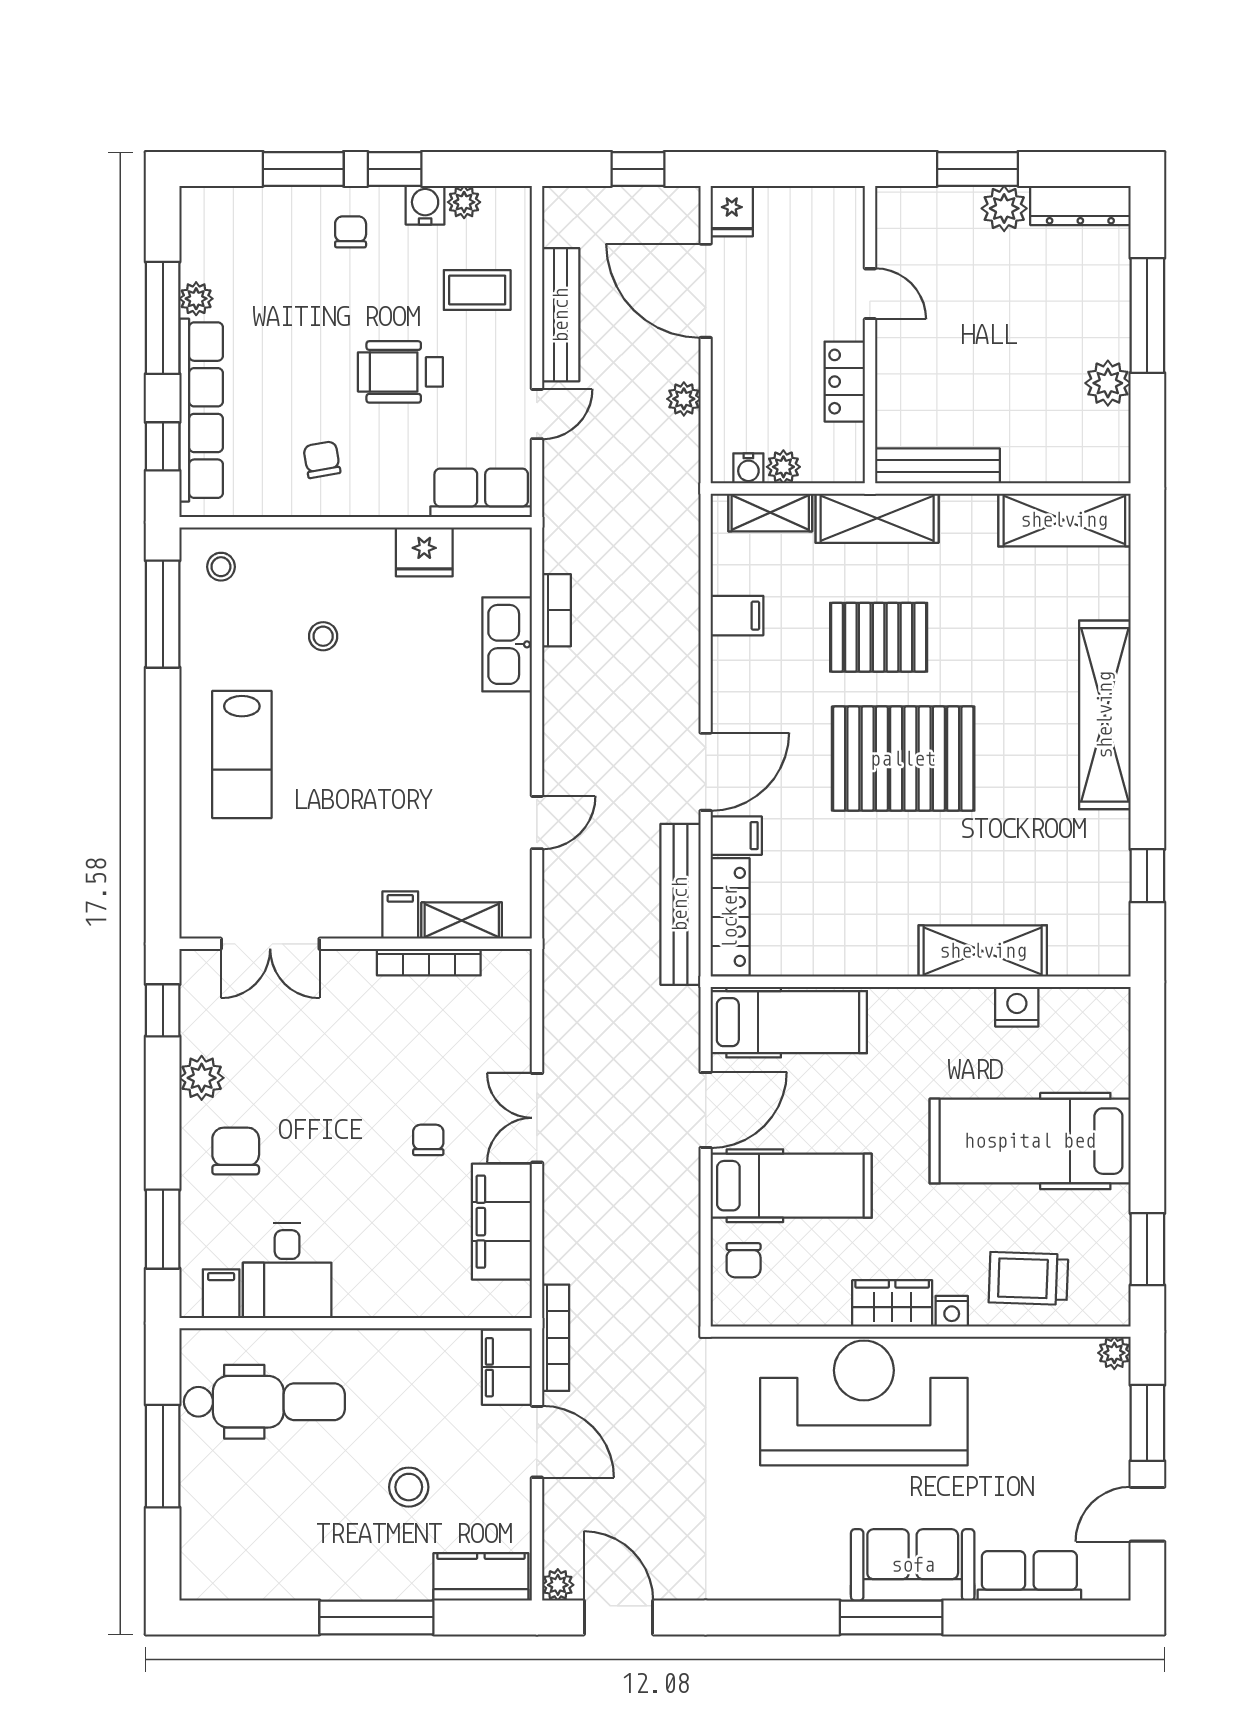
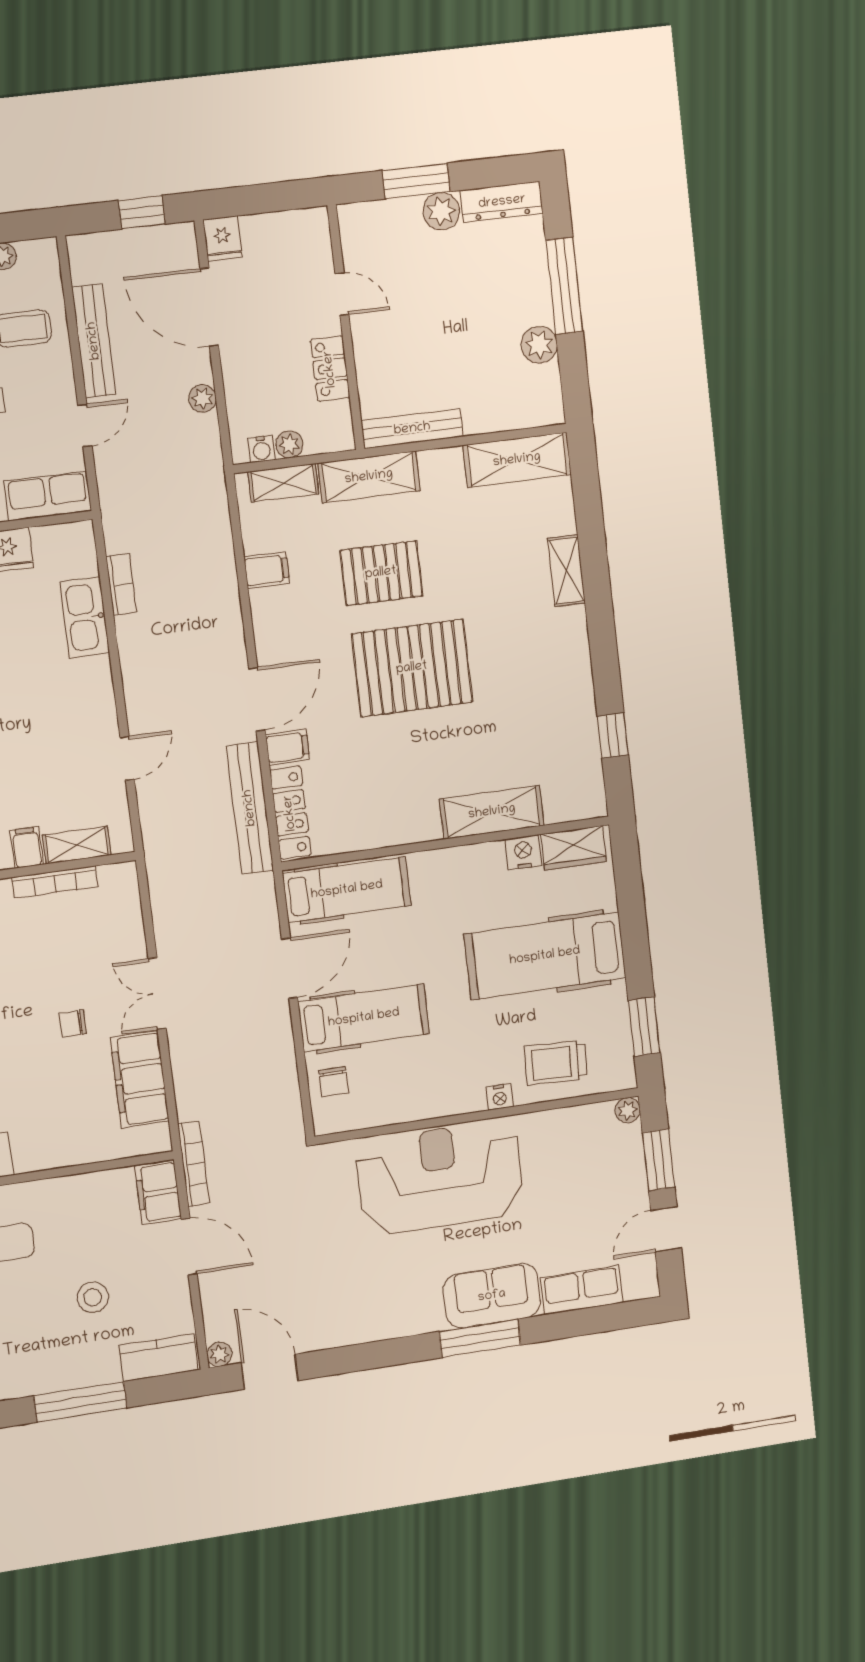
shelving: (1105, 715) -> (566, 571), width x0.45, depth x0.75
chair: (428, 1140) -> (73, 1023), turned -90
wardrobe: (892, 1303) -> (574, 848), moved, turned 180

